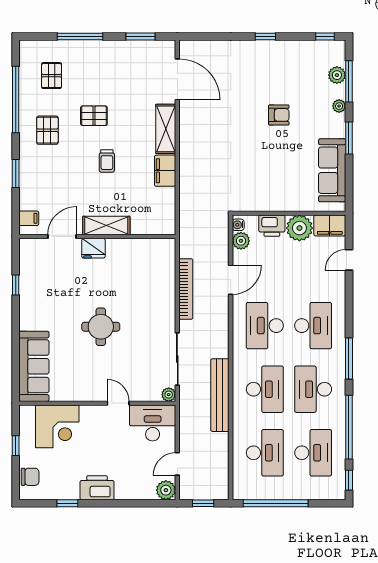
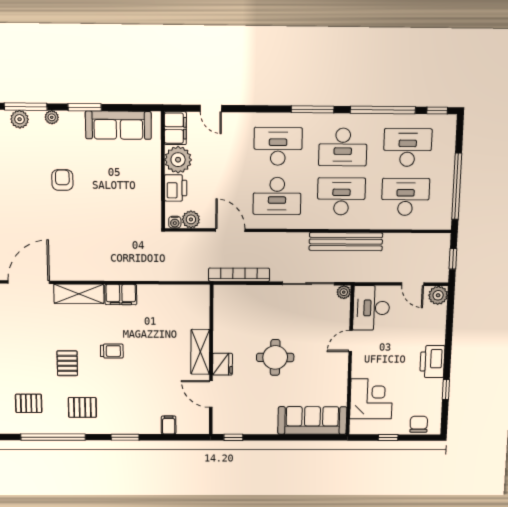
shelving: (106, 225) -> (200, 352), moved
door: (62, 237) -> (211, 394), moved
wall: (97, 237) -> (211, 361), moved
fridge: (93, 248) -> (222, 364), moved

